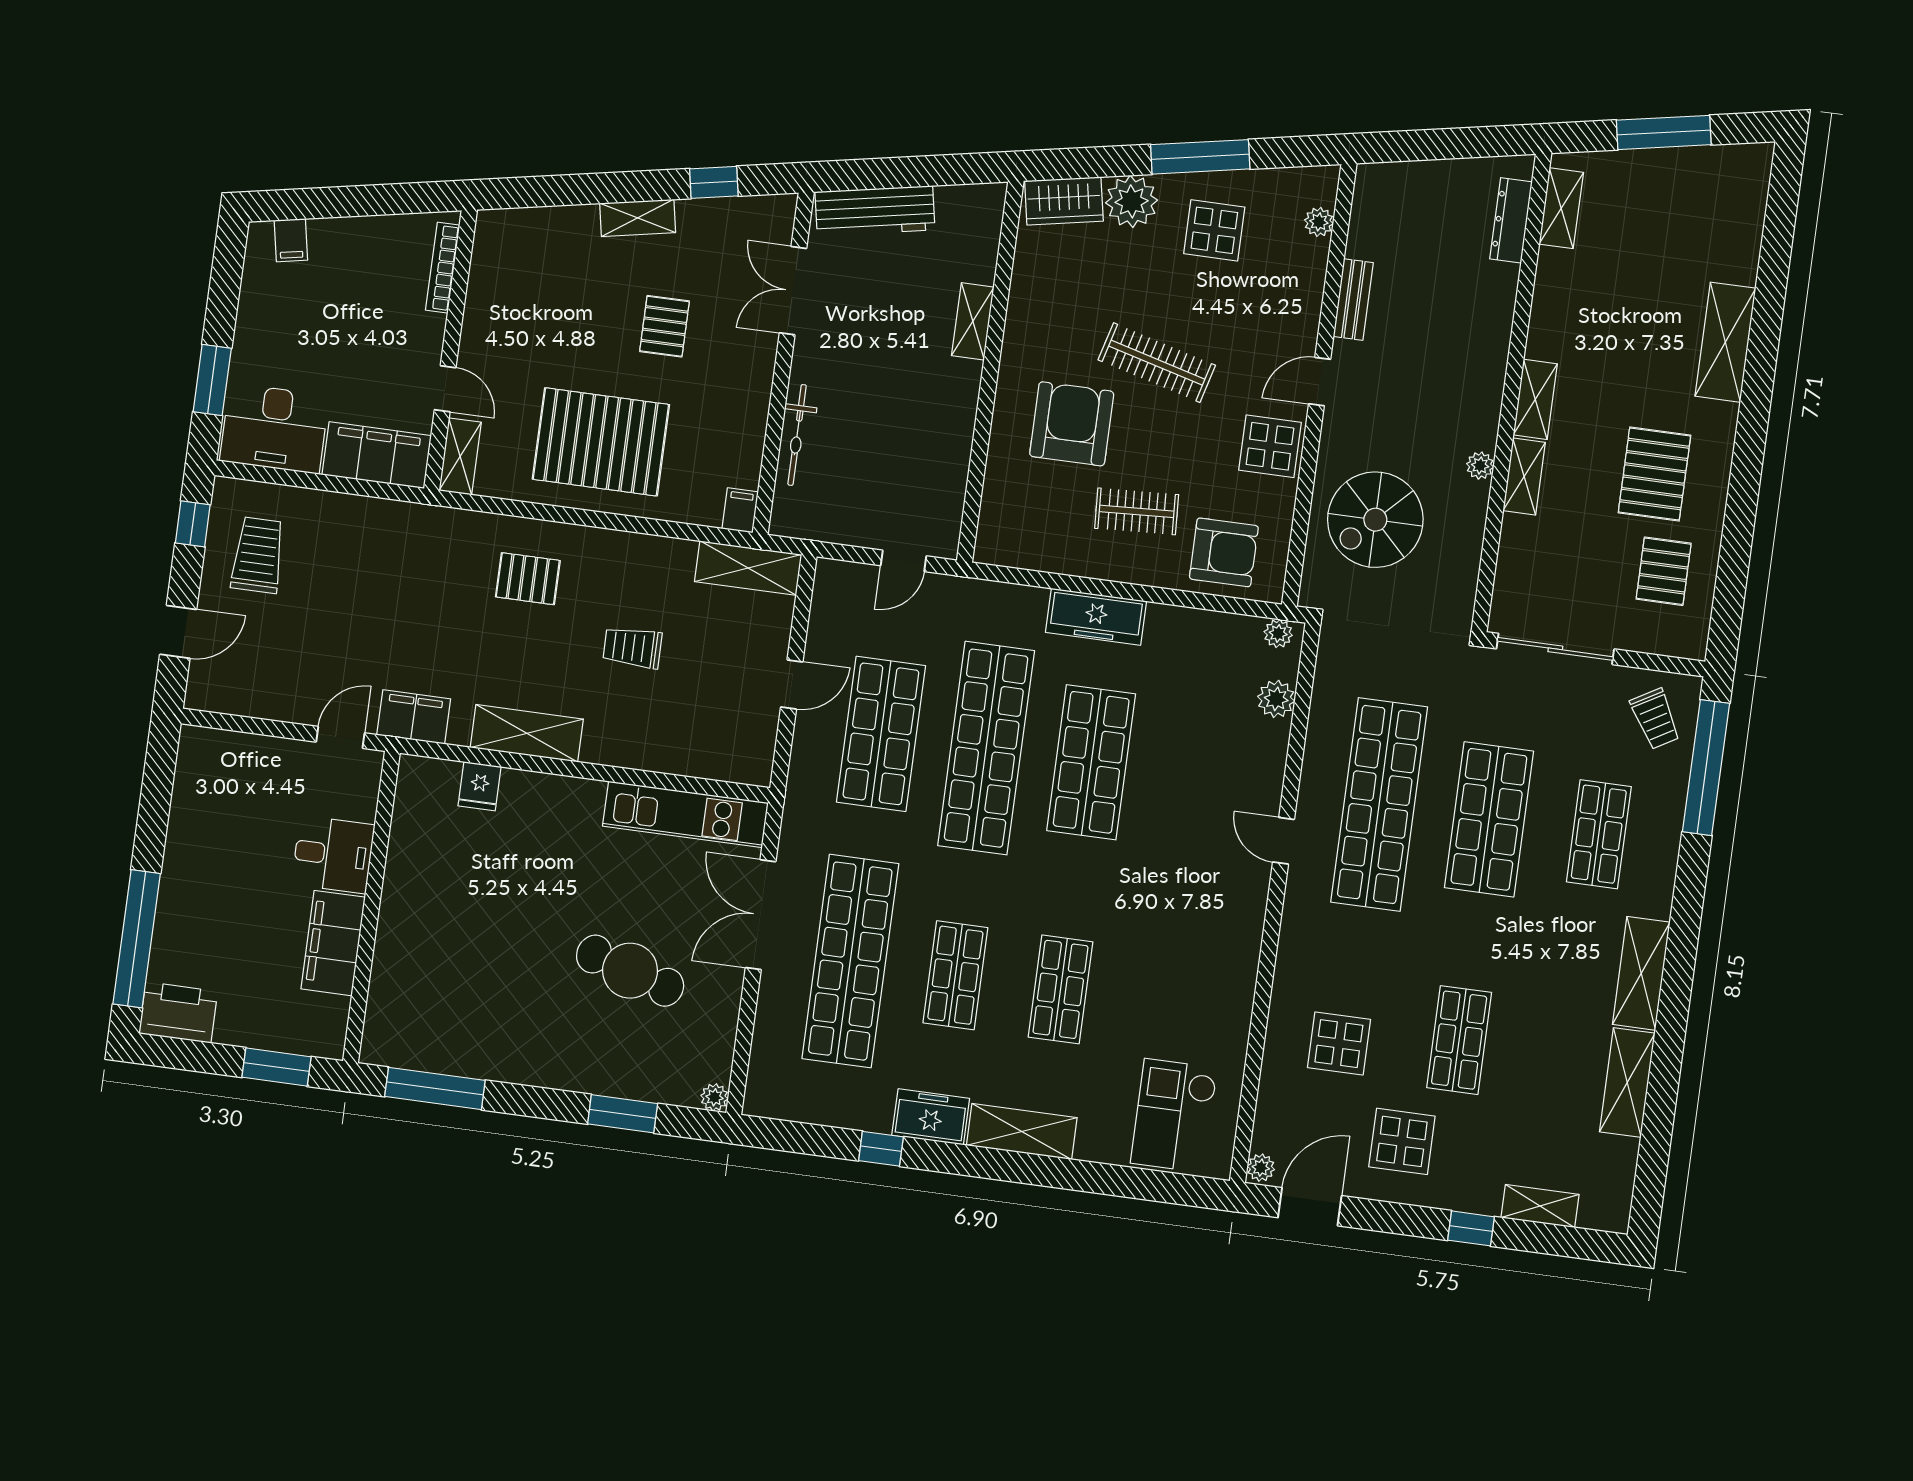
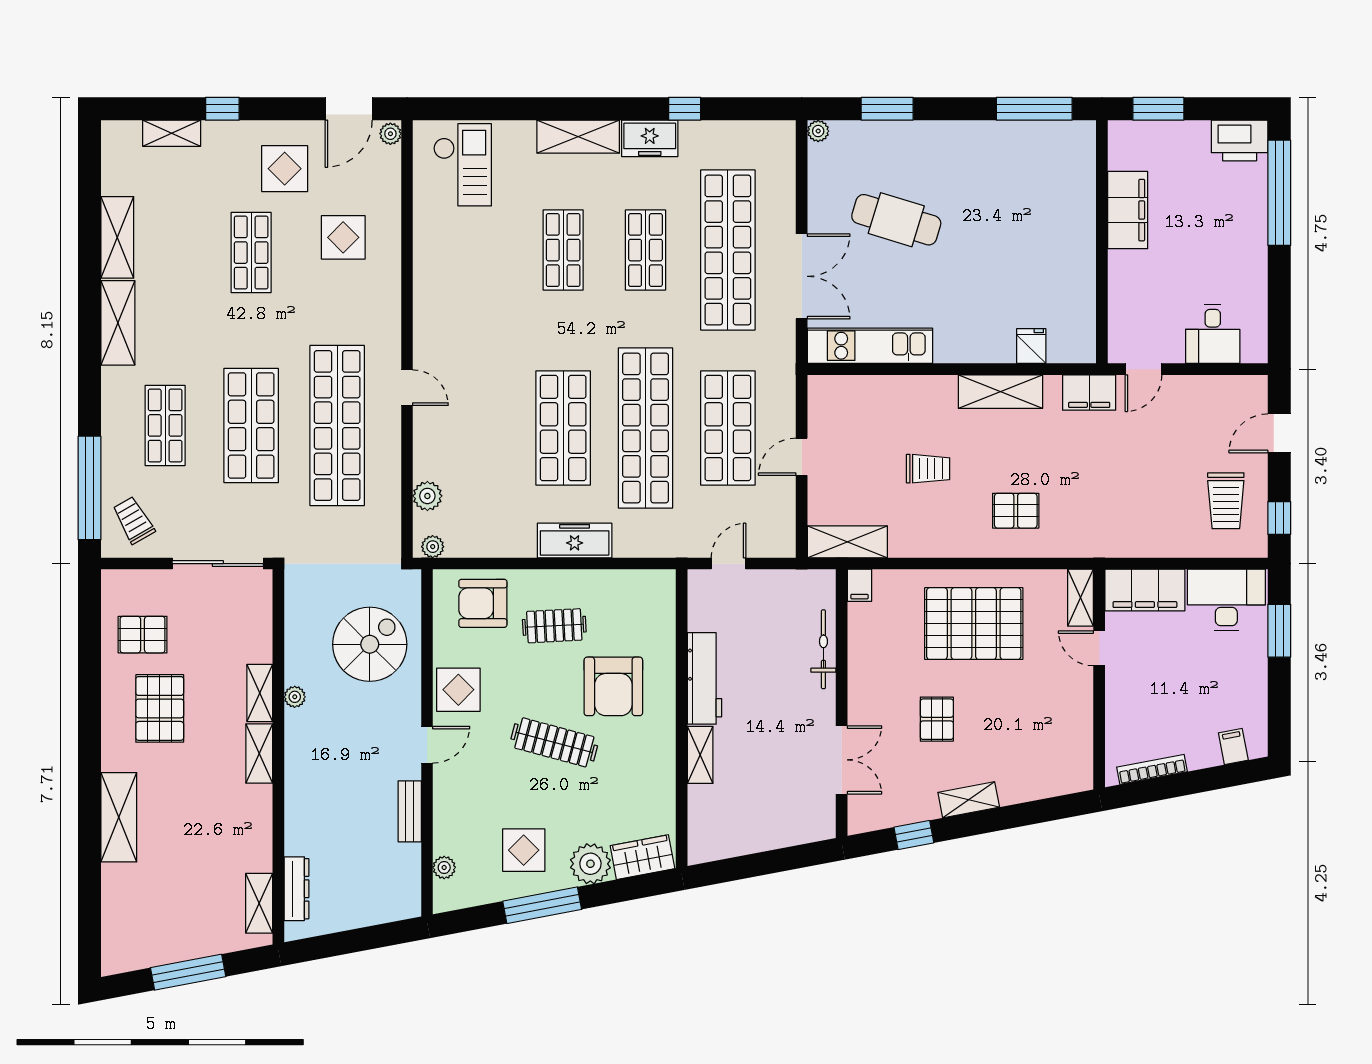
workbench: (875, 211) -> (704, 678), moved, turned 101
bookcase: (443, 268) -> (1152, 769), moved, turned -101
pallet: (1664, 571) -> (143, 635), turned 90
desk: (333, 855) -> (1213, 334), moved, turned -90

